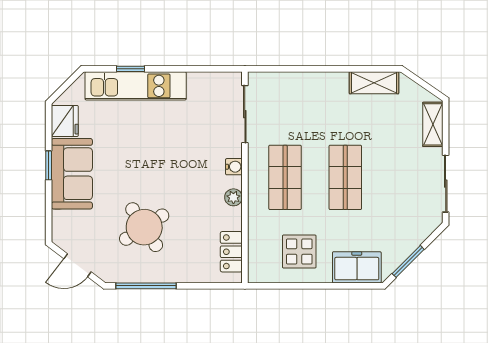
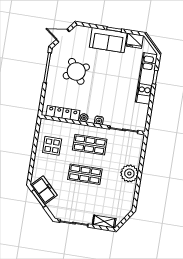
shelving: (374, 83) -> (129, 196), removed
plant: (330, 89) -> (129, 173), added
locker: (231, 252) -> (63, 113), width x1.53
door: (78, 265) -> (63, 36), hinge flipped
freezer: (357, 267) -> (44, 190), moved, turned -45

